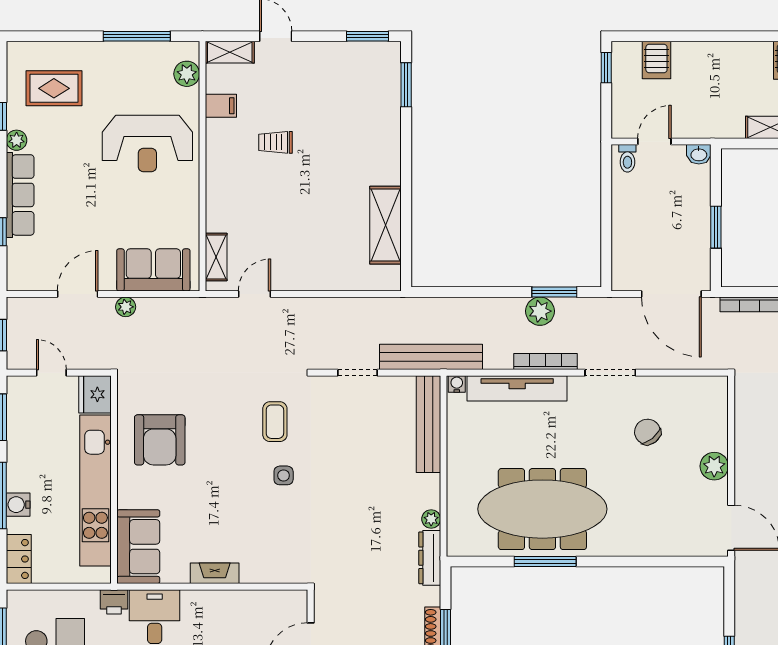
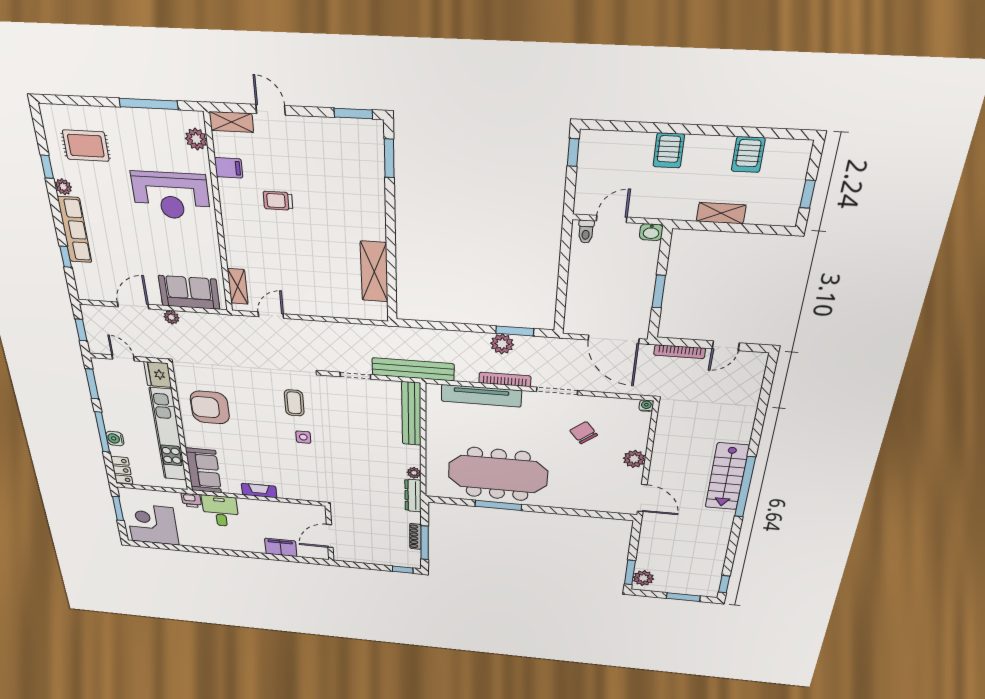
server rack: (656, 60) -> (669, 150), moved
water cooler: (457, 384) -> (646, 406), moved
armchair: (160, 440) -> (210, 407), turned 90

